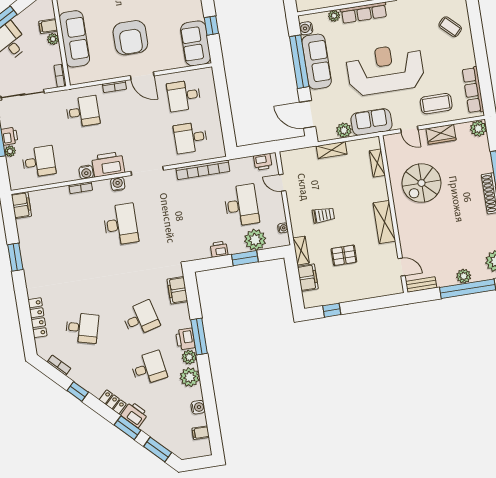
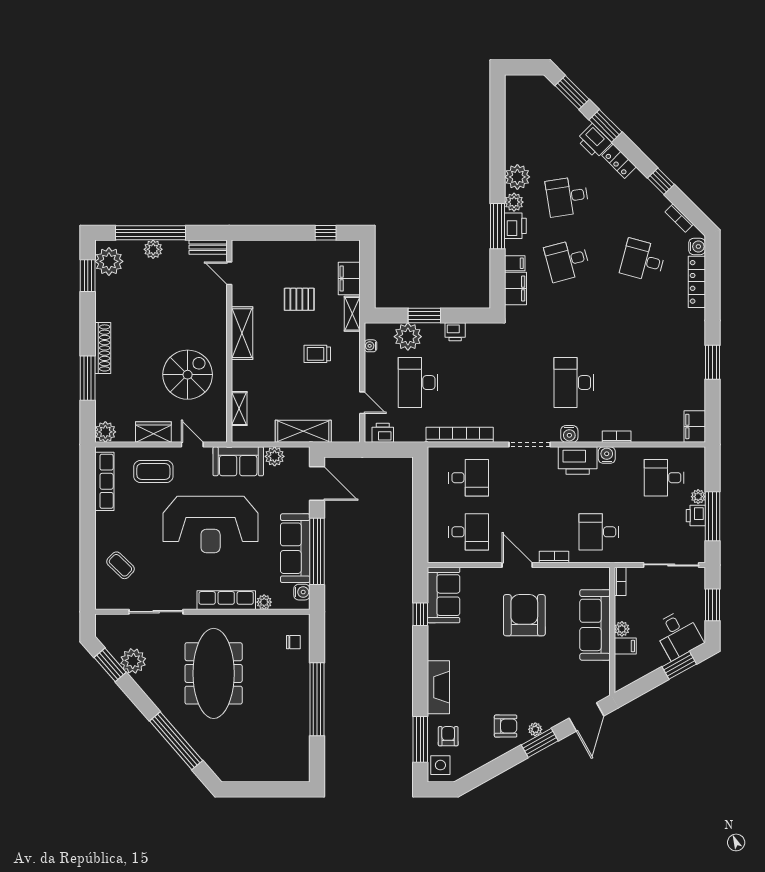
shelving: (332, 150) -> (303, 431), width x1.50, depth x1.33
water cooler: (198, 407) -> (697, 247), moved, turned 180
filing cabinet: (201, 433) -> (515, 263), moved

